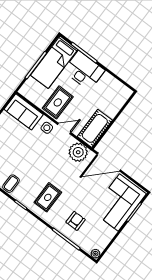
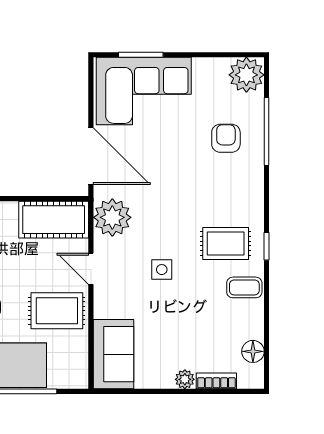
side table: (47, 128) -> (162, 270), moved
rug: (48, 197) -> (226, 243), moved
armchair: (76, 221) -> (226, 138), turned 90
plant: (95, 254) -> (246, 75), width x1.87, depth x1.87

